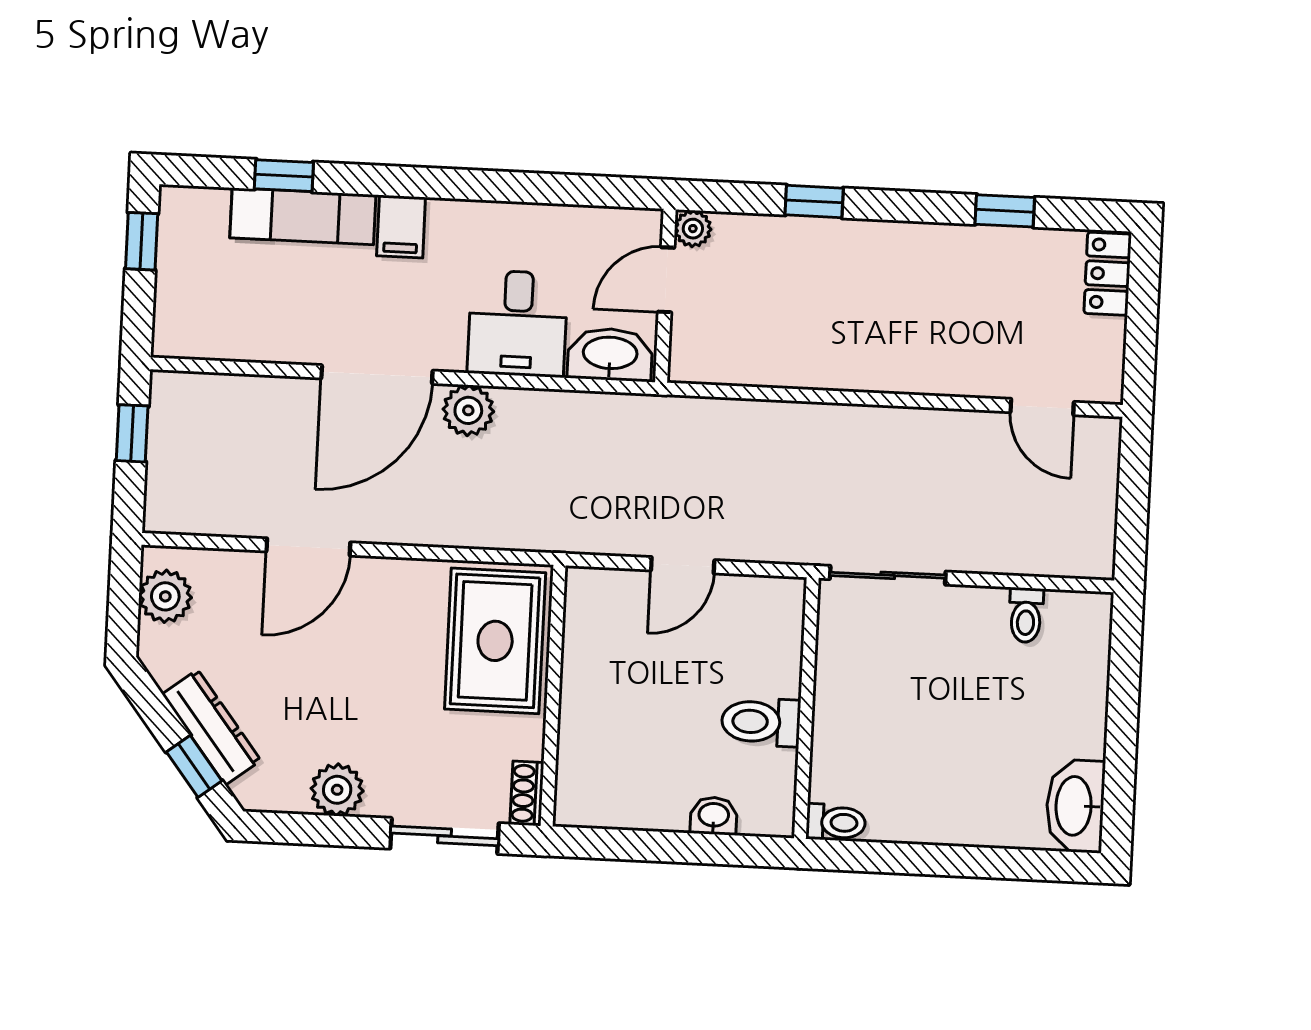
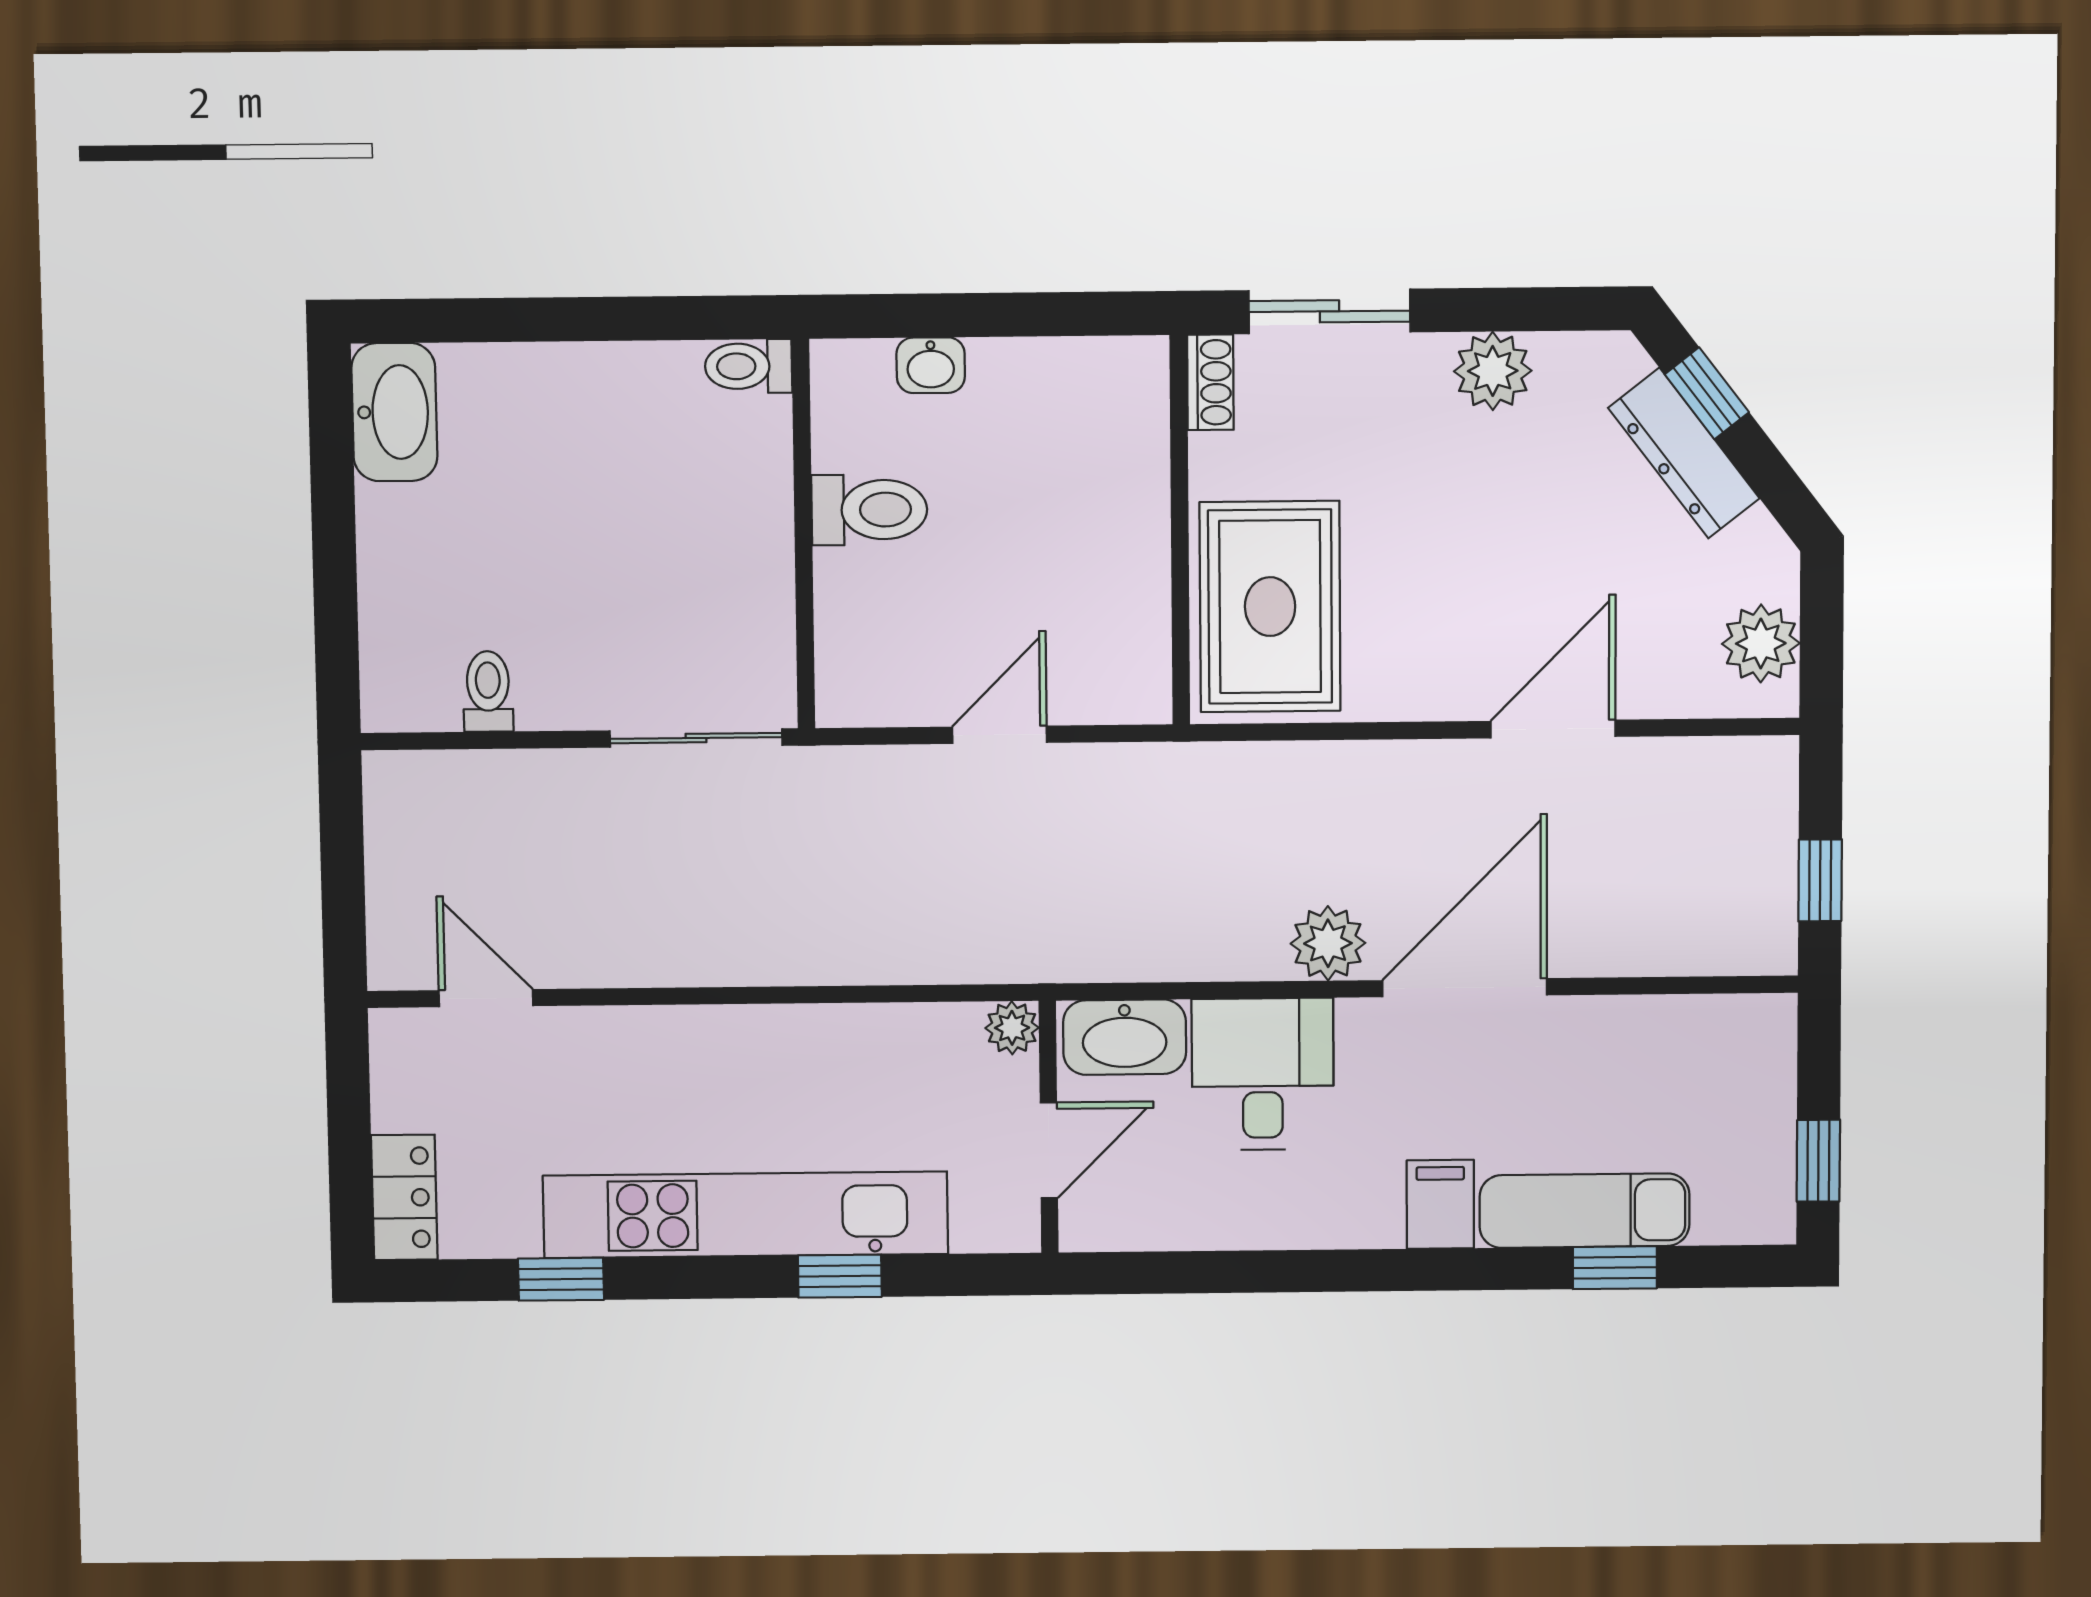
plant: (693, 229) -> (1012, 1028), moved
kitchen unit: (876, 248) -> (746, 1215), added

